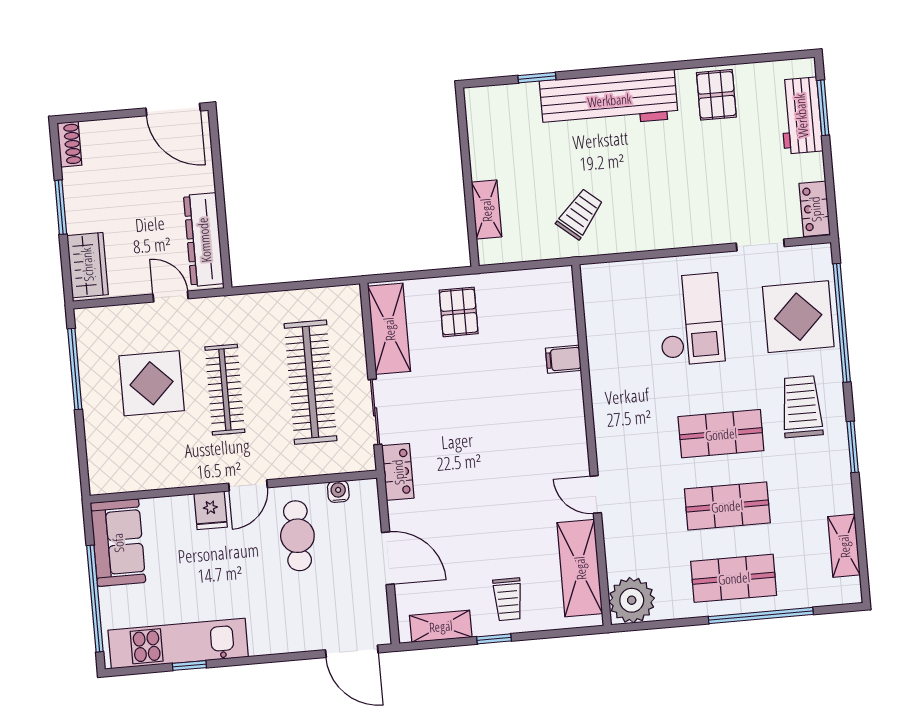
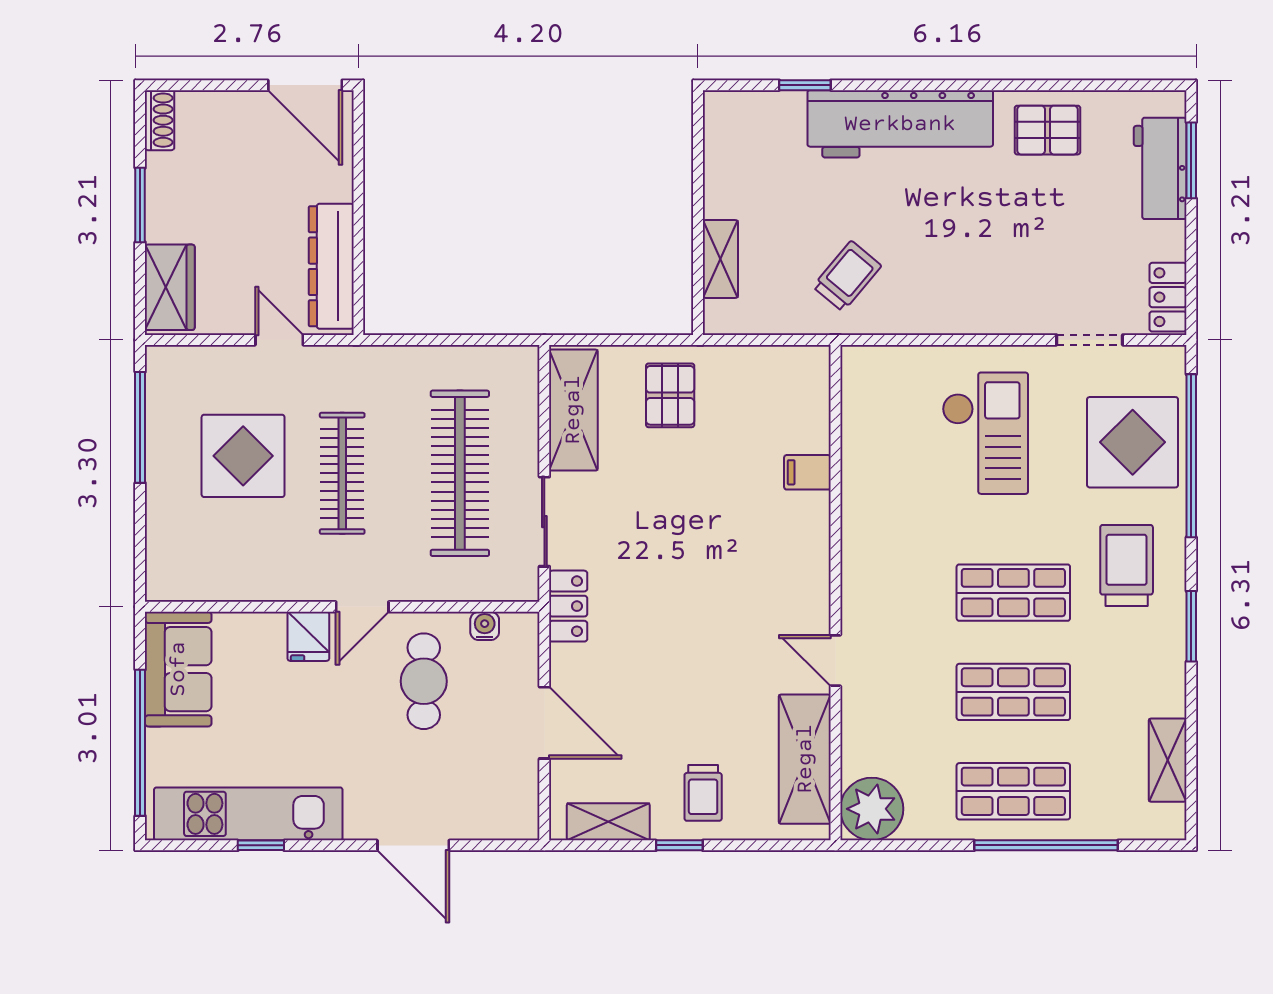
pallet: (716, 95) -> (1047, 130), turned 90
door: (352, 651) -> (413, 845), moved

